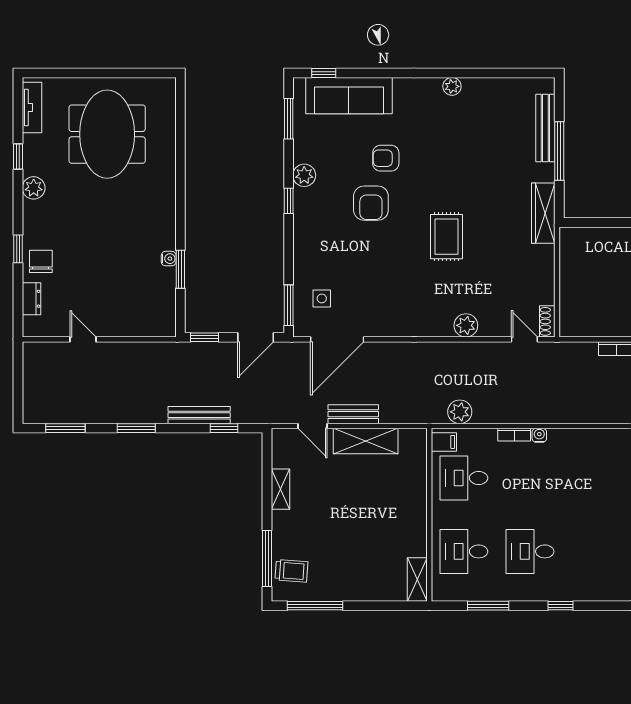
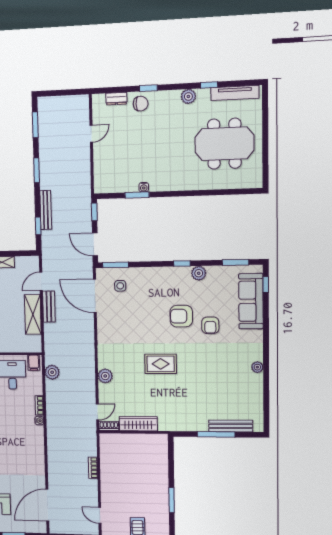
tv unit: (32, 108) -> (235, 93), width x1.41
armchair: (386, 158) -> (210, 325), turned 180
wardrobe: (543, 213) -> (138, 424), moved

